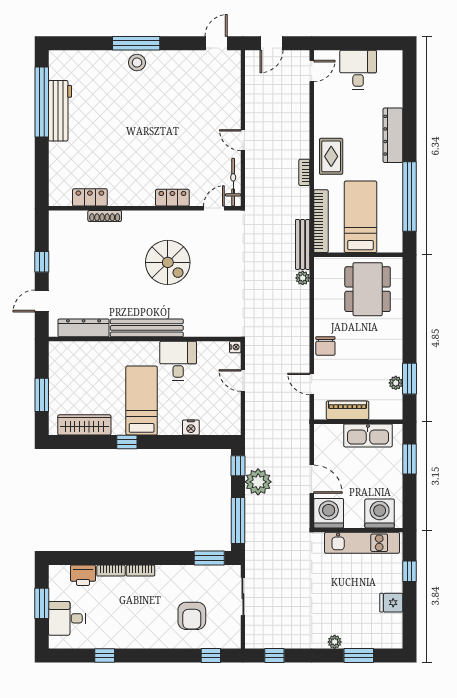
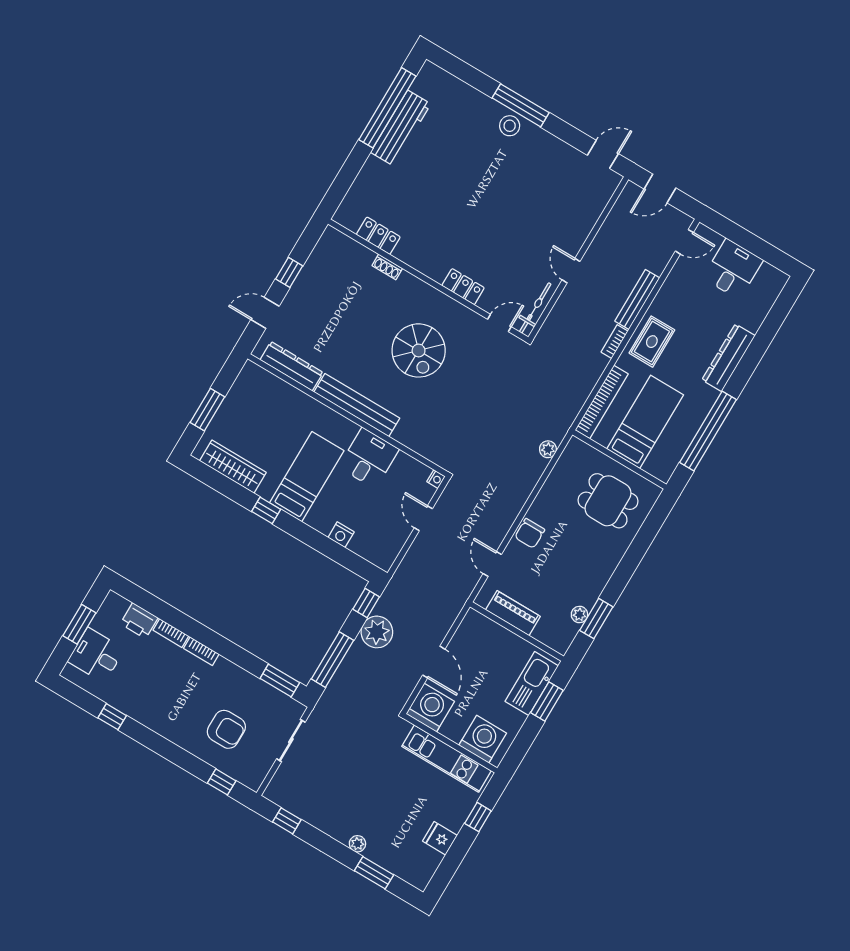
shoe rack: (105, 216) -> (387, 267), width x0.70
bench: (303, 244) -> (637, 300), moved
dining table: (368, 289) -> (608, 501), width x0.73
kitchen sink: (368, 435) -> (532, 684), moved, turned 90
armchair: (192, 616) -> (226, 729), turned -90

